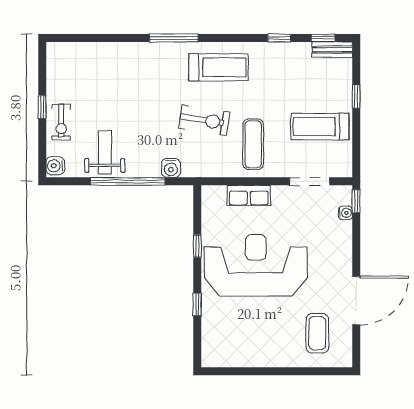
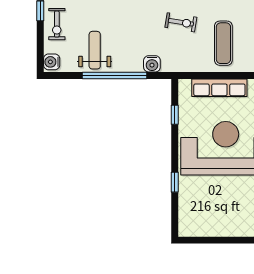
exercise bike: (204, 120) -> (181, 22), width x0.73, depth x0.72
row of seats: (249, 195) -> (219, 88), width x1.48
window: (197, 246) -> (175, 115), moved

